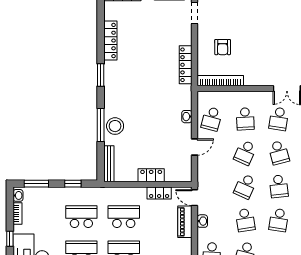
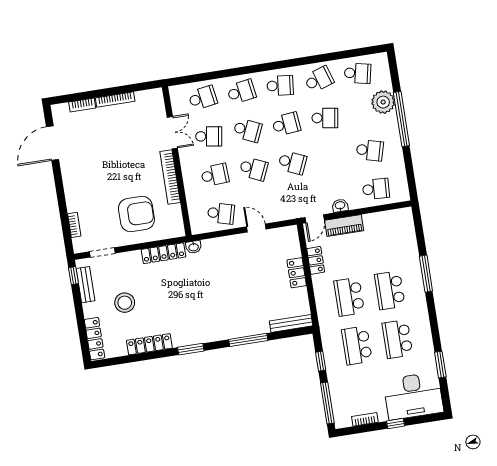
armchair: (223, 47) -> (136, 214), width x1.88, depth x1.88
bookcase: (220, 81) -> (170, 177), moved
washbasin: (187, 117) -> (194, 247), moved
stool: (115, 126) -> (125, 303), moved
school desk: (279, 153) -> (247, 130), turned 39
window: (36, 184) -> (327, 403), width x1.44
washbasin: (18, 195) -> (344, 422), removed
school desk: (245, 220) -> (331, 157), removed

